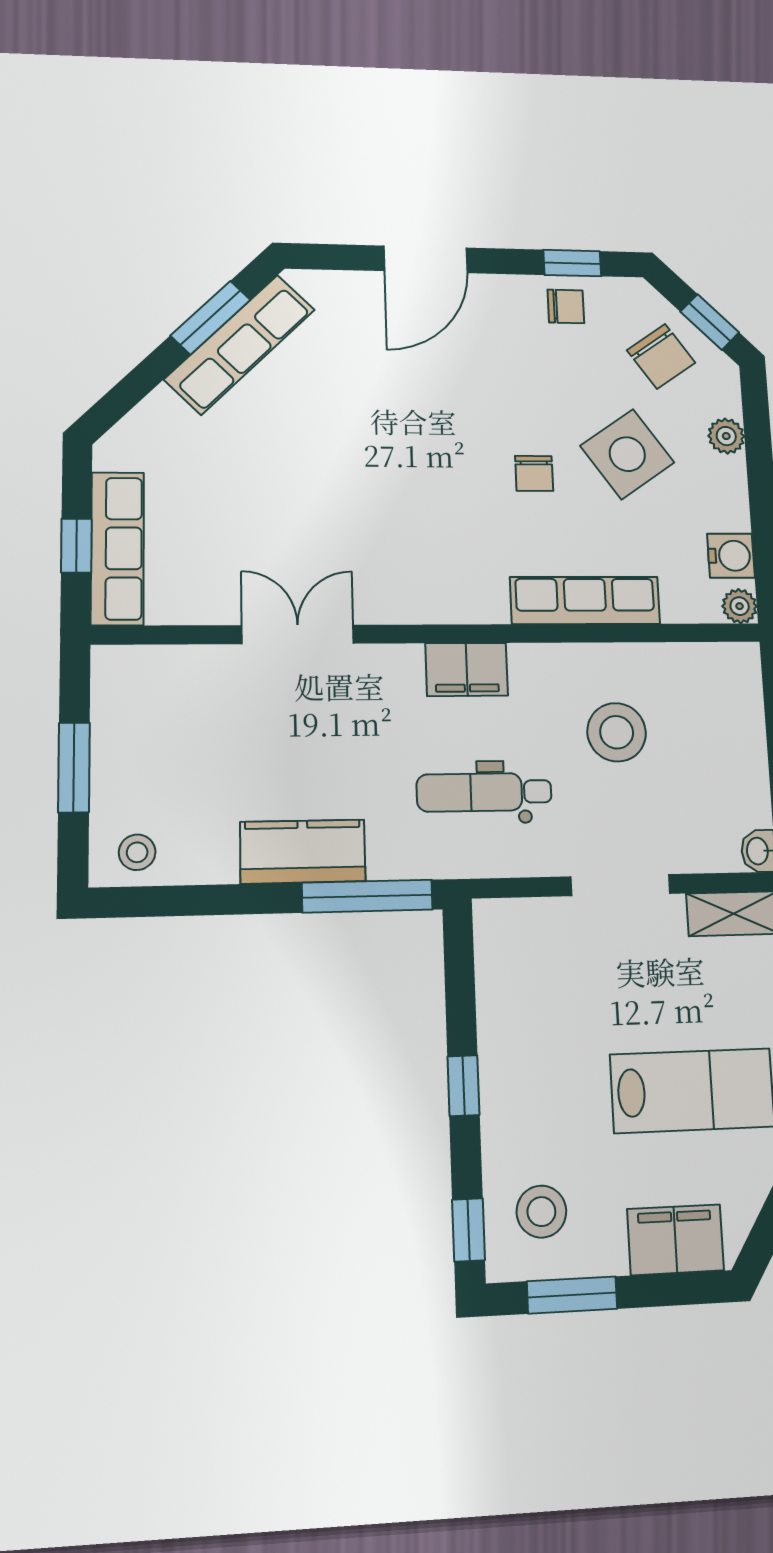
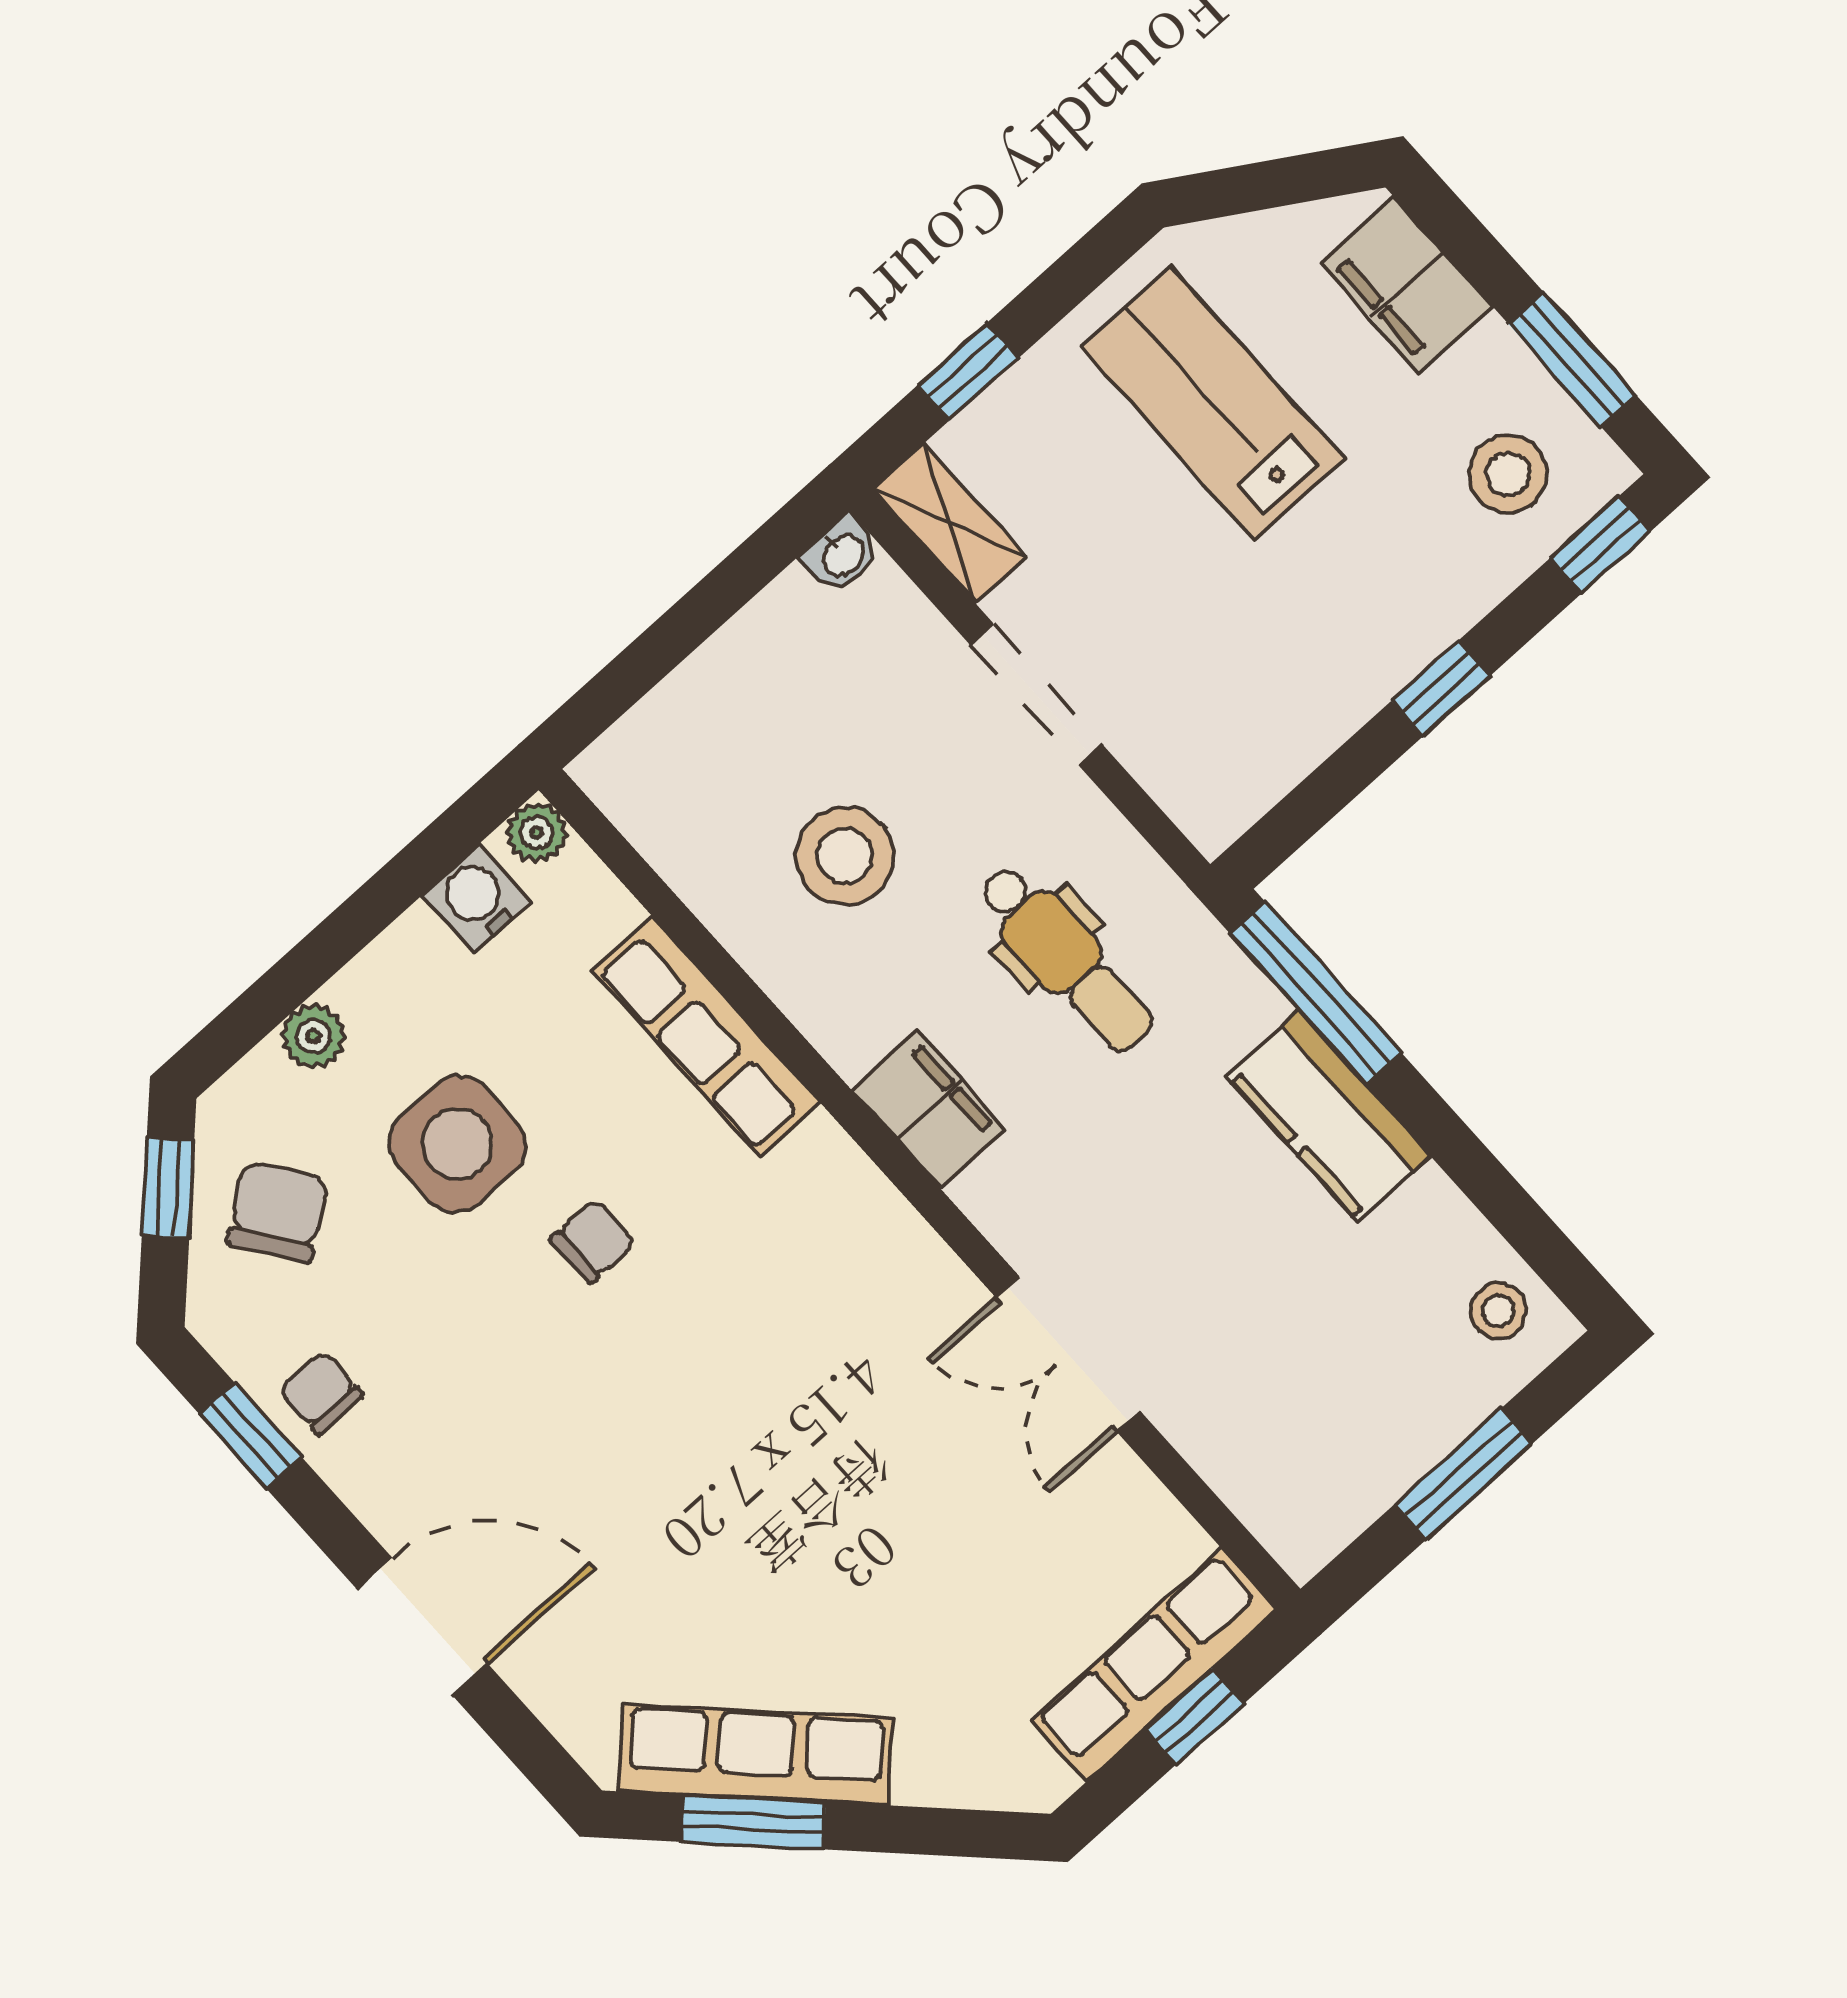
side table: (627, 454) -> (457, 1144), turned 35

